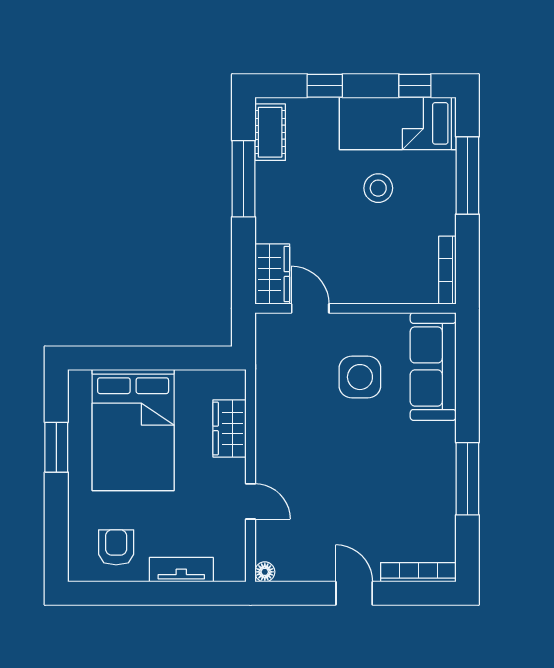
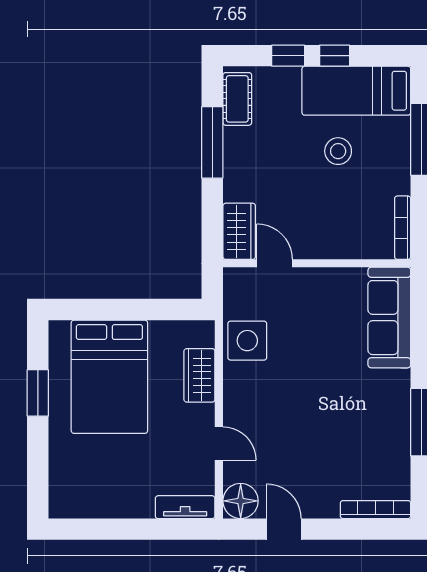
window: (415, 86) -> (335, 56), moved
side table: (360, 377) -> (247, 341), moved
armchair: (116, 547) -> (94, 486), removed
tv unit: (181, 570) -> (185, 507), moved
floor lamp: (265, 572) -> (241, 501), width x1.89, depth x1.89
door: (354, 593) -> (284, 529), moved

